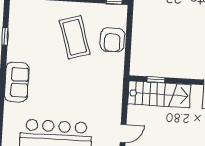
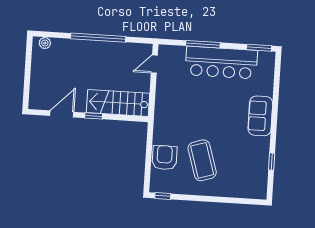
window: (156, 80) -> (94, 116), moved

